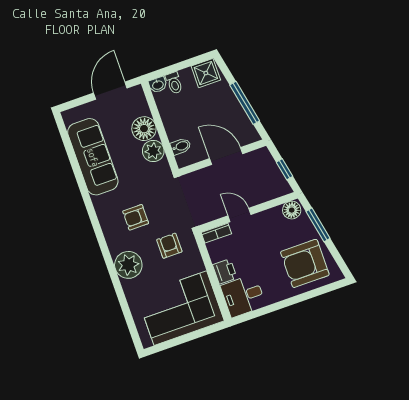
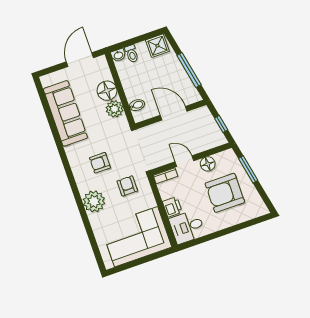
floor lamp: (292, 210) -> (208, 164), moved
armchair: (305, 263) -> (225, 193), moved

